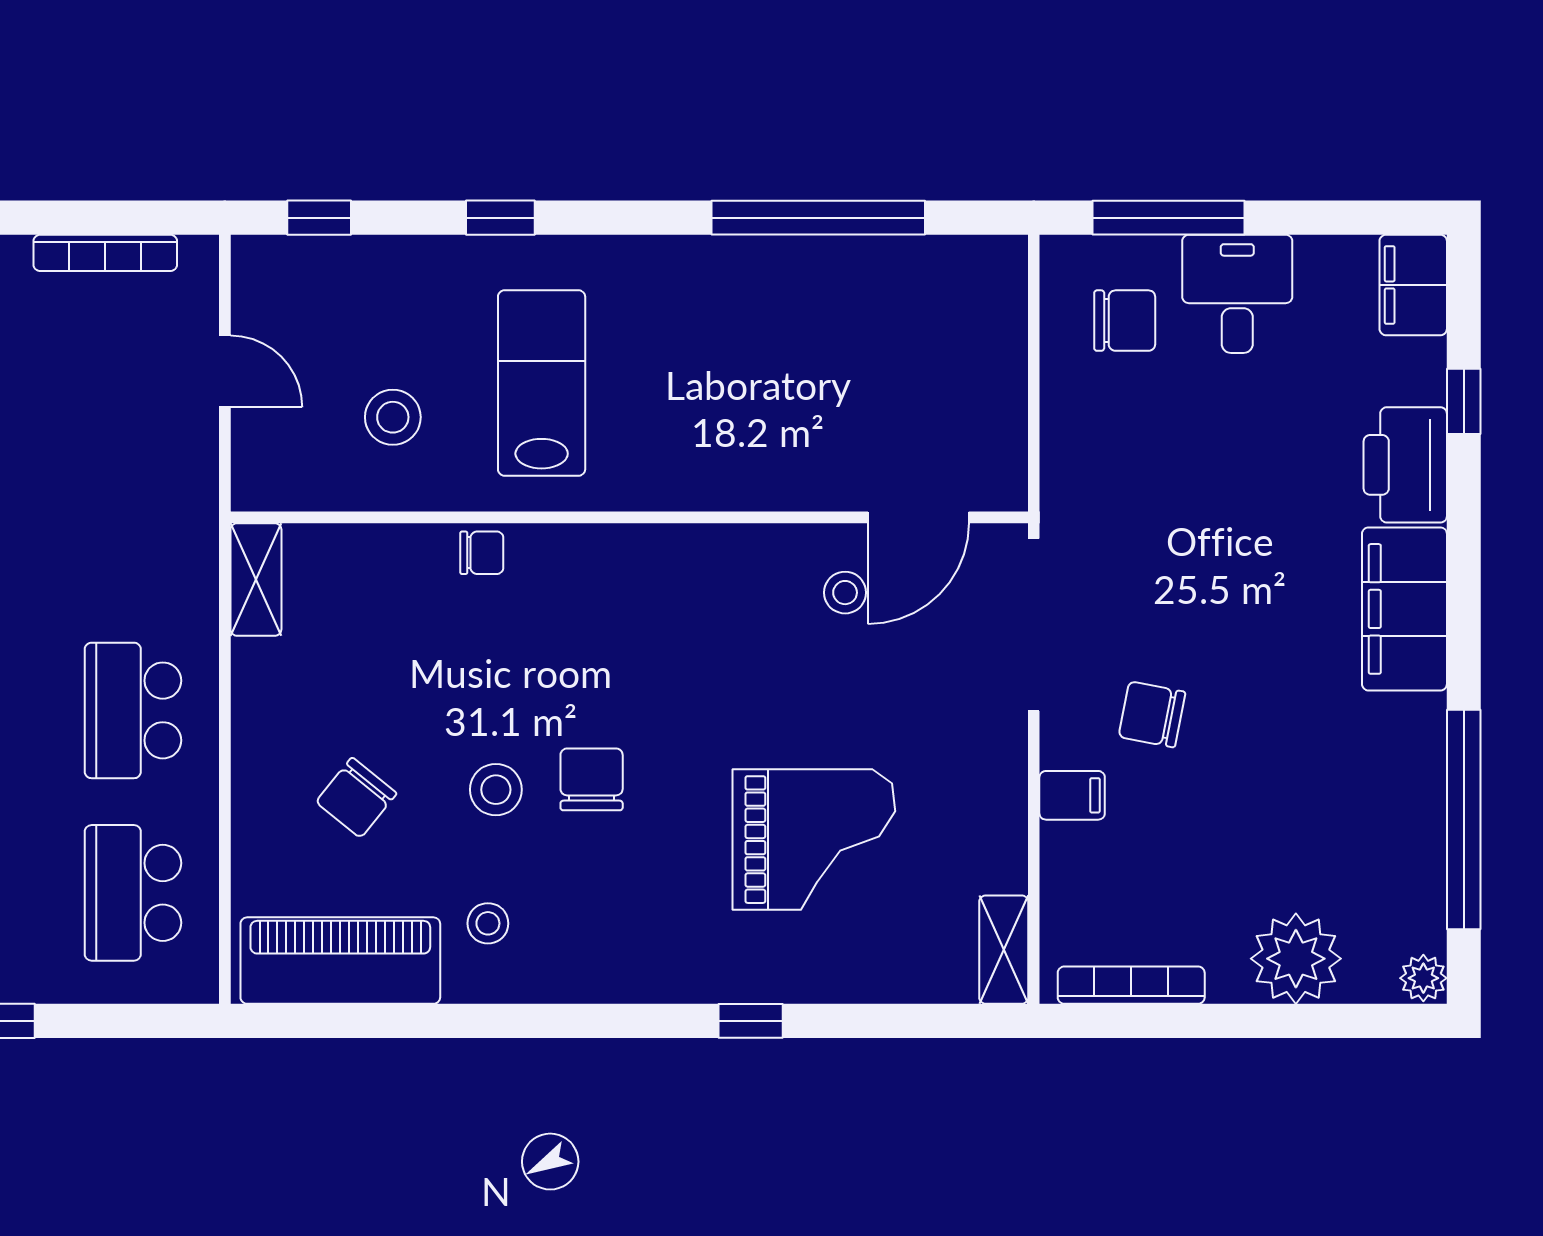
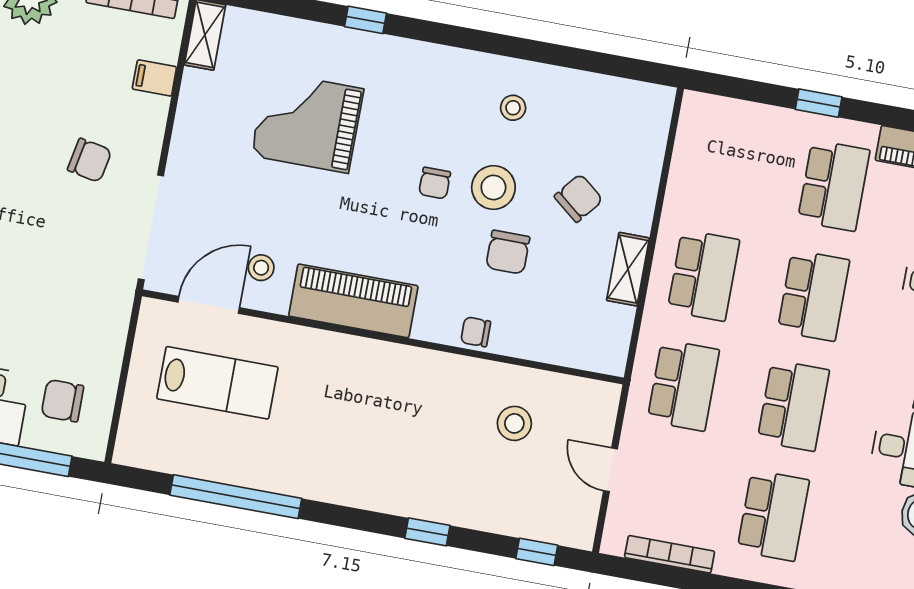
lab bench: (542, 383) -> (217, 383), moved, turned -90
shelving: (256, 579) -> (628, 269), moved
chair: (454, 690) -> (508, 252), added
chair: (592, 779) -> (435, 183), width x0.73, depth x0.73
stool: (496, 790) -> (493, 187), width x1.38, depth x1.38
filing cabinet: (1072, 795) -> (154, 78), moved
school desk: (133, 893) -> (683, 385), moved
piano: (340, 961) -> (353, 301), moved, turned 180

